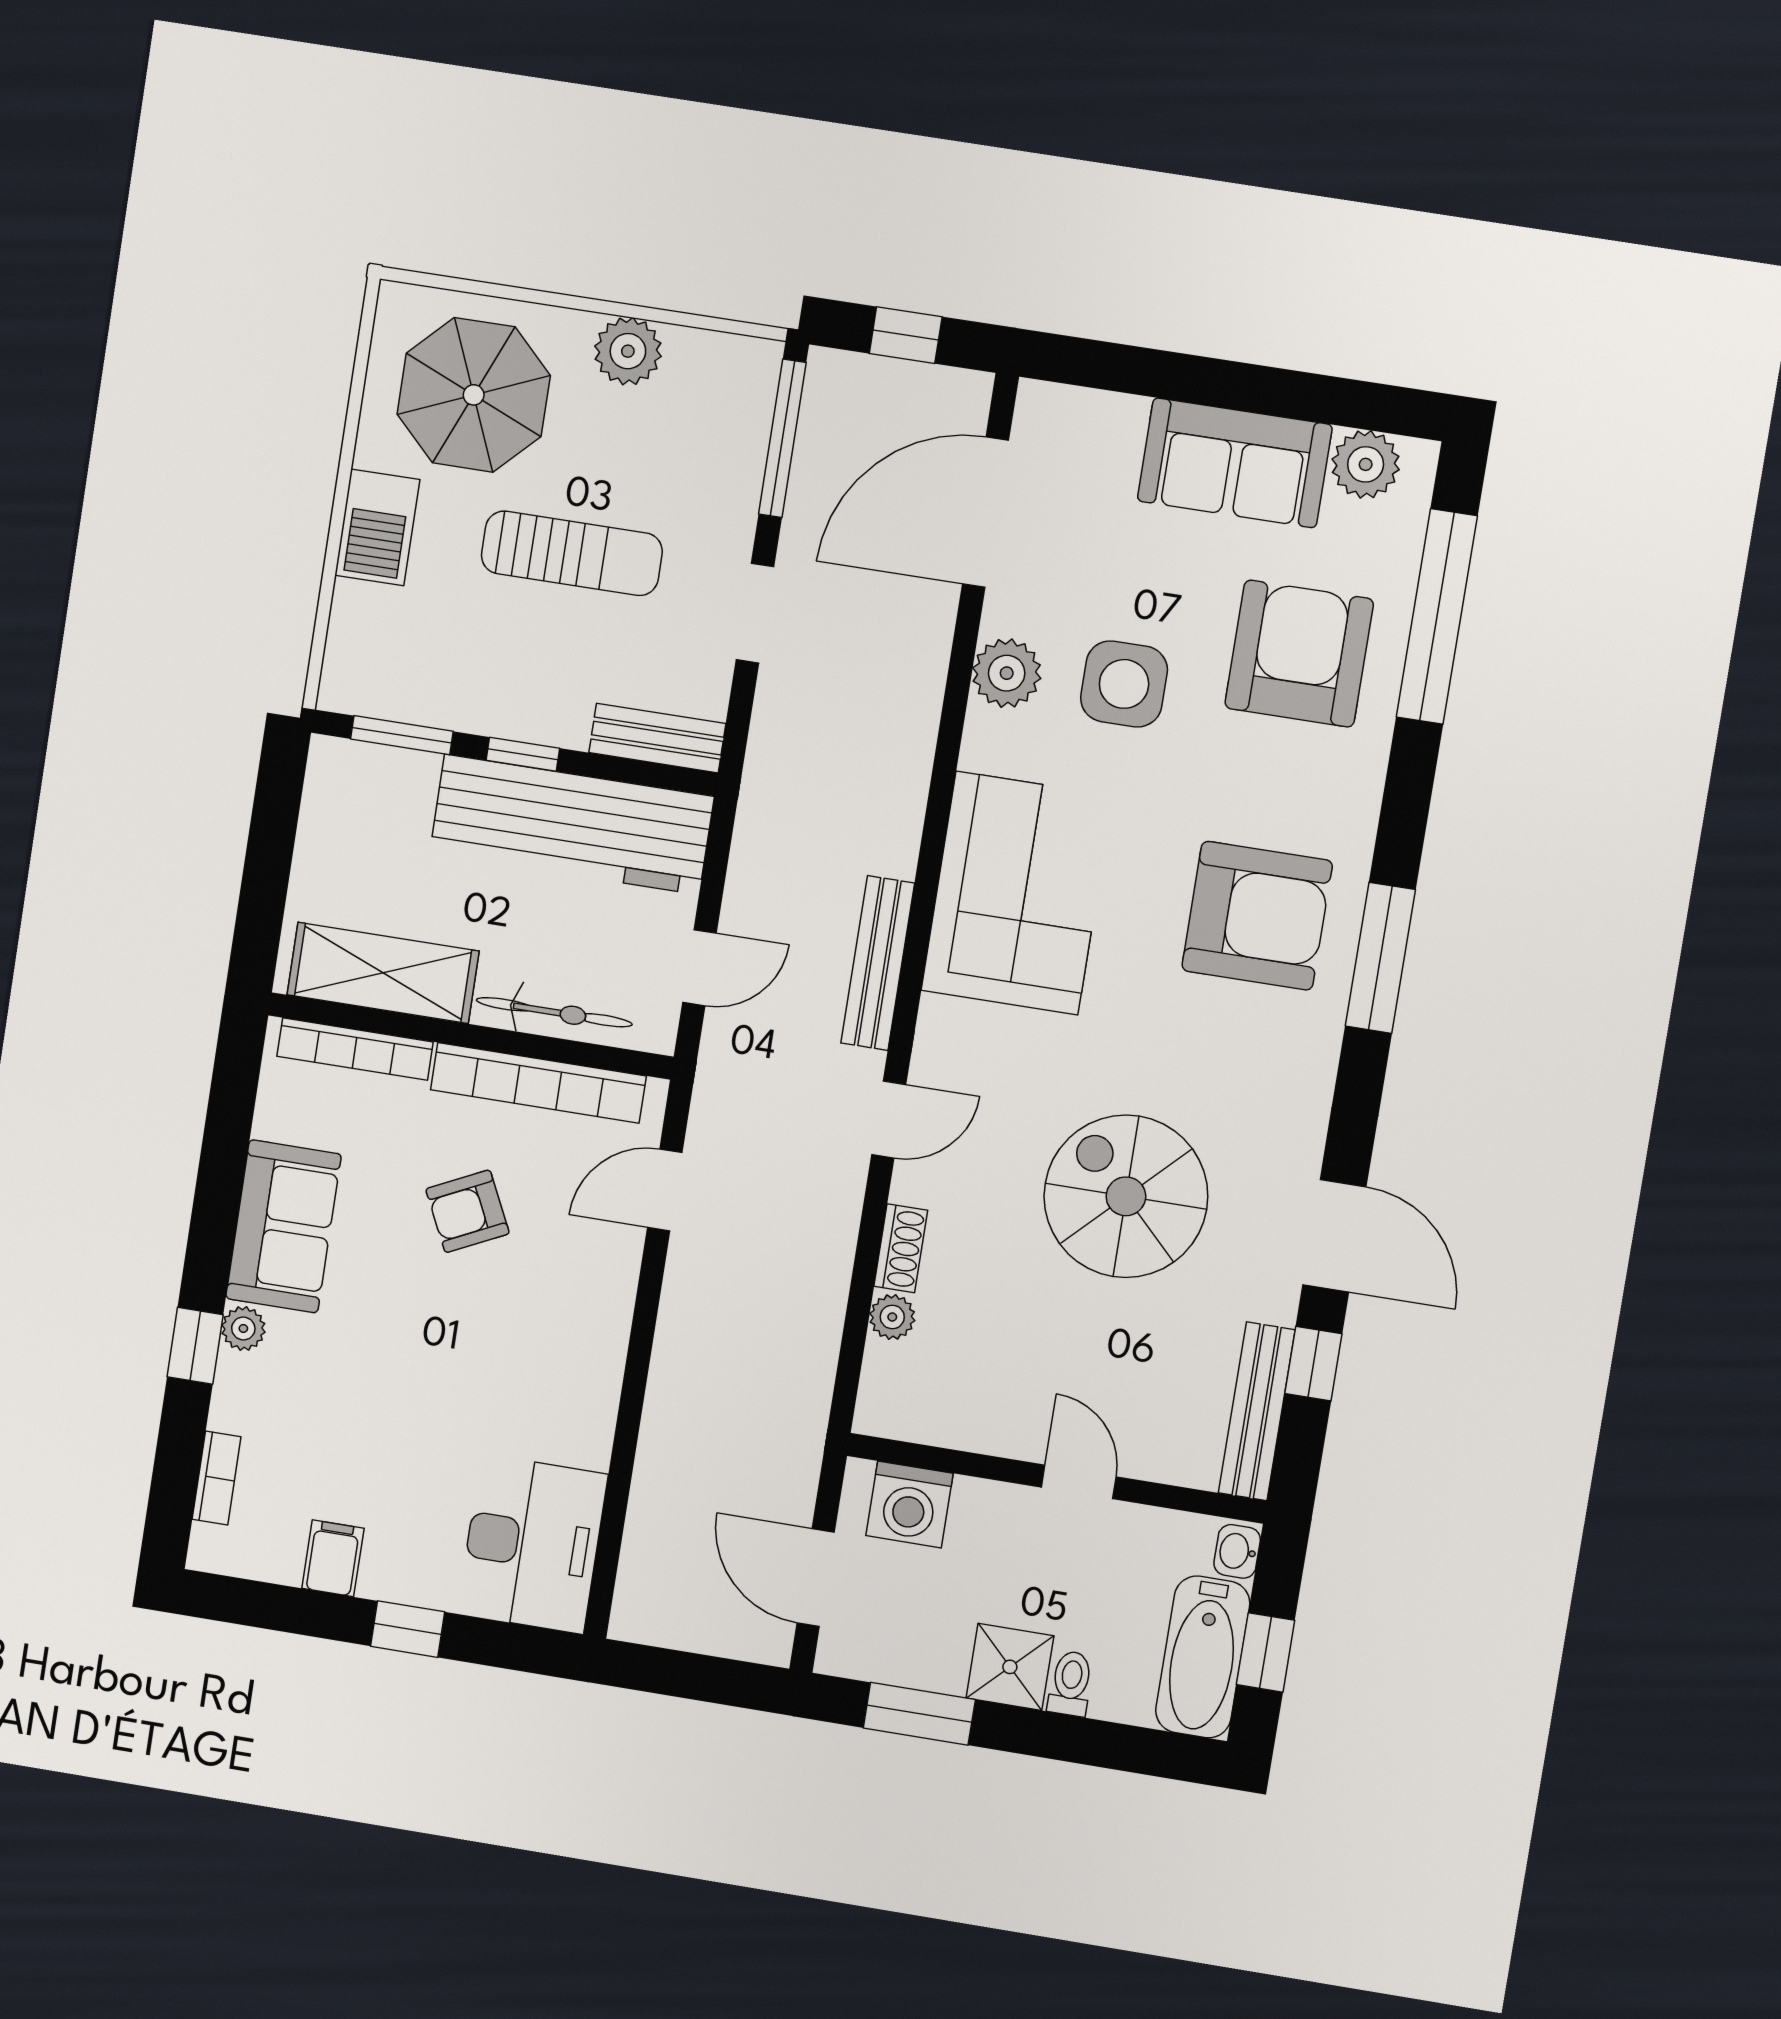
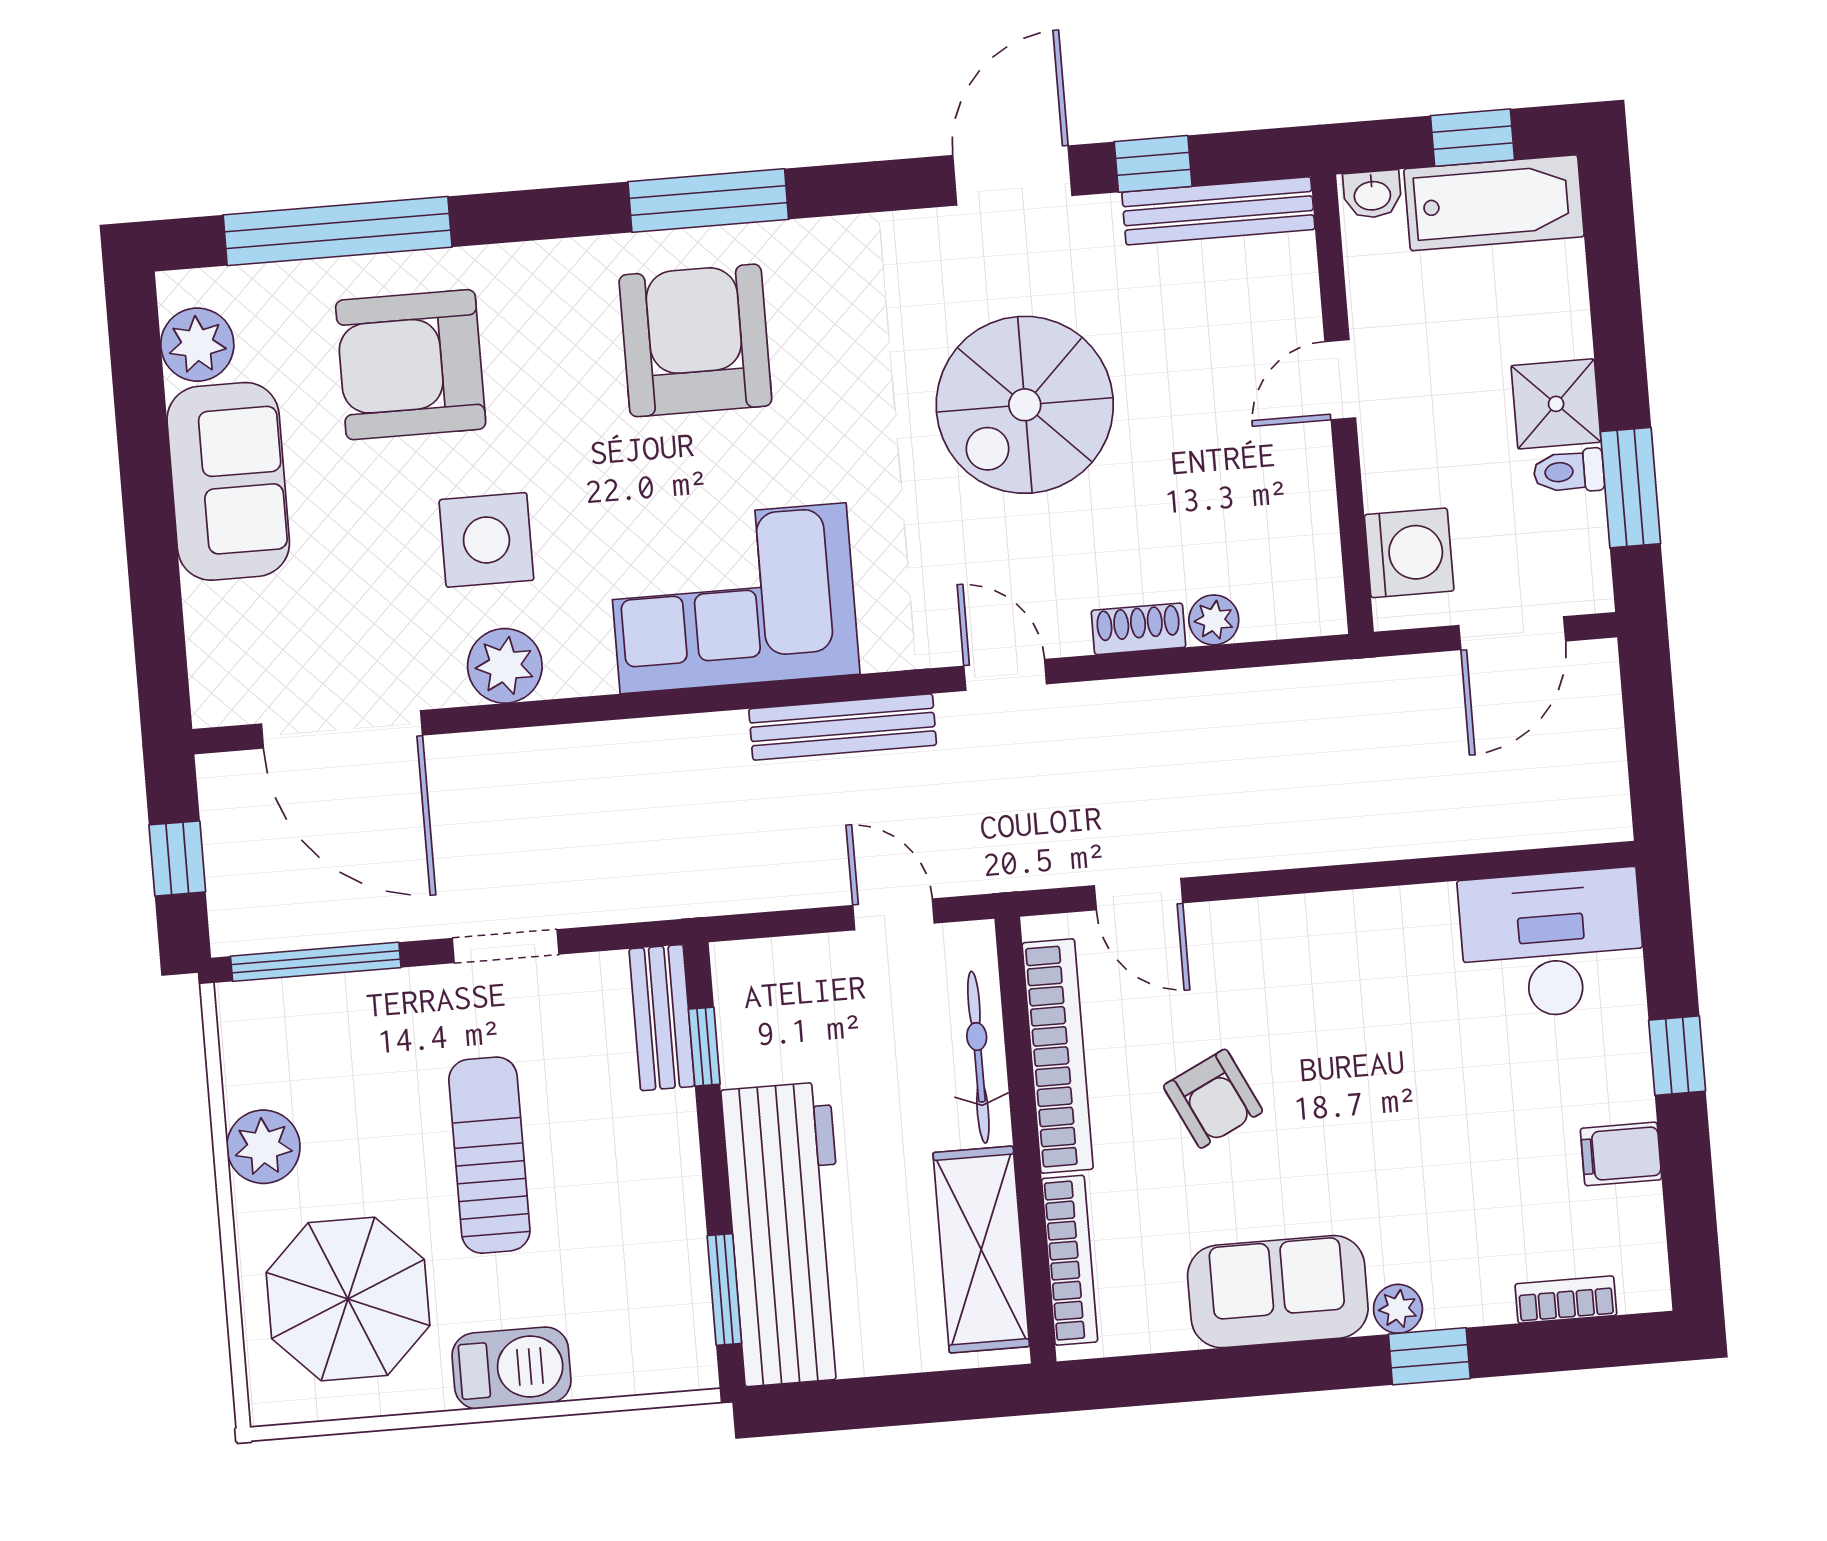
window: (523, 754) -> (704, 1047), moved
workbench: (572, 824) -> (787, 1234), moved
toilet: (1071, 1683) -> (1569, 471), moved

